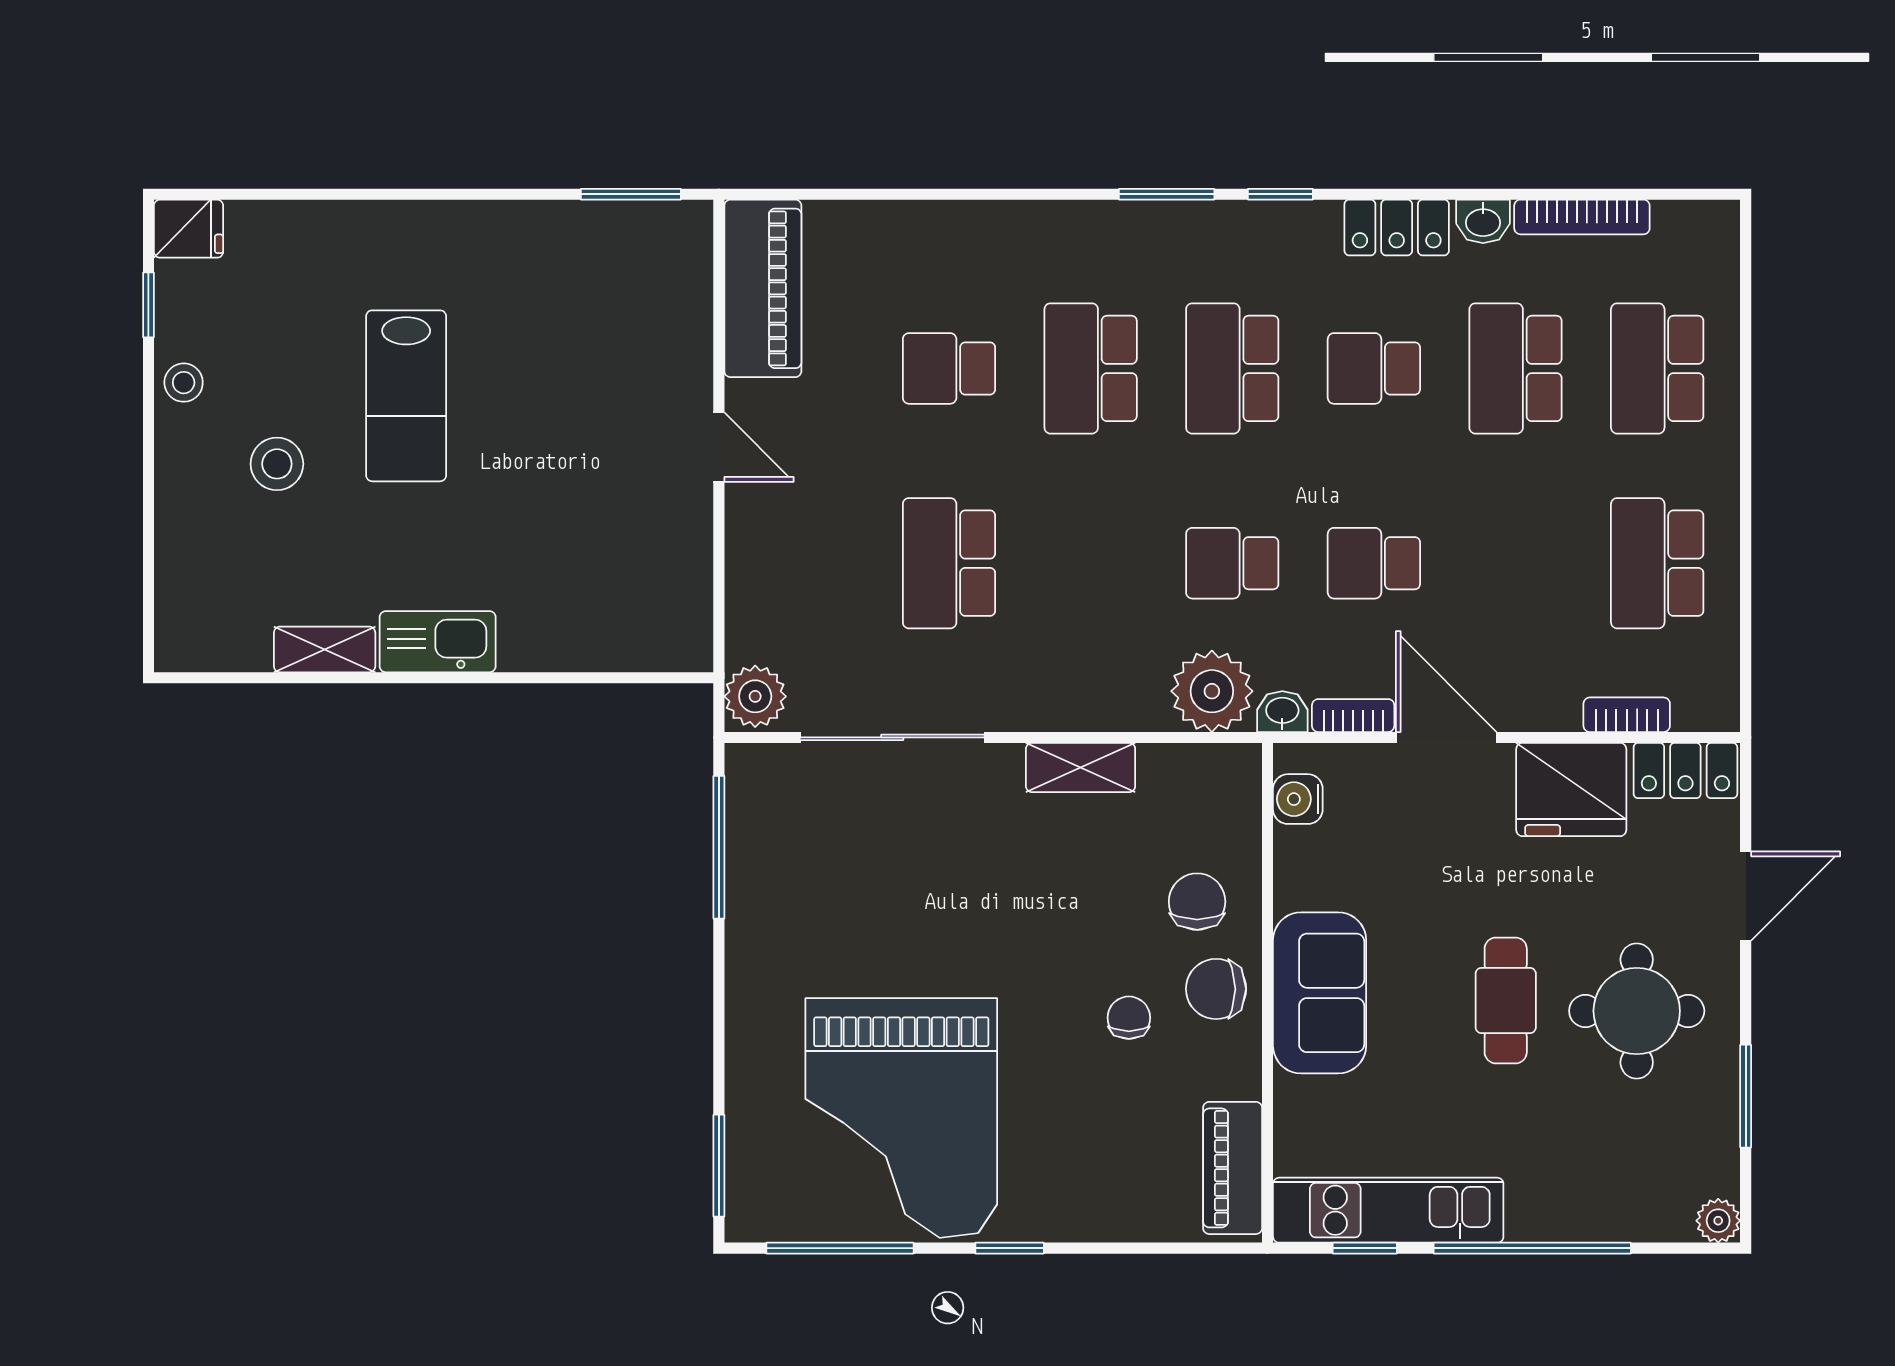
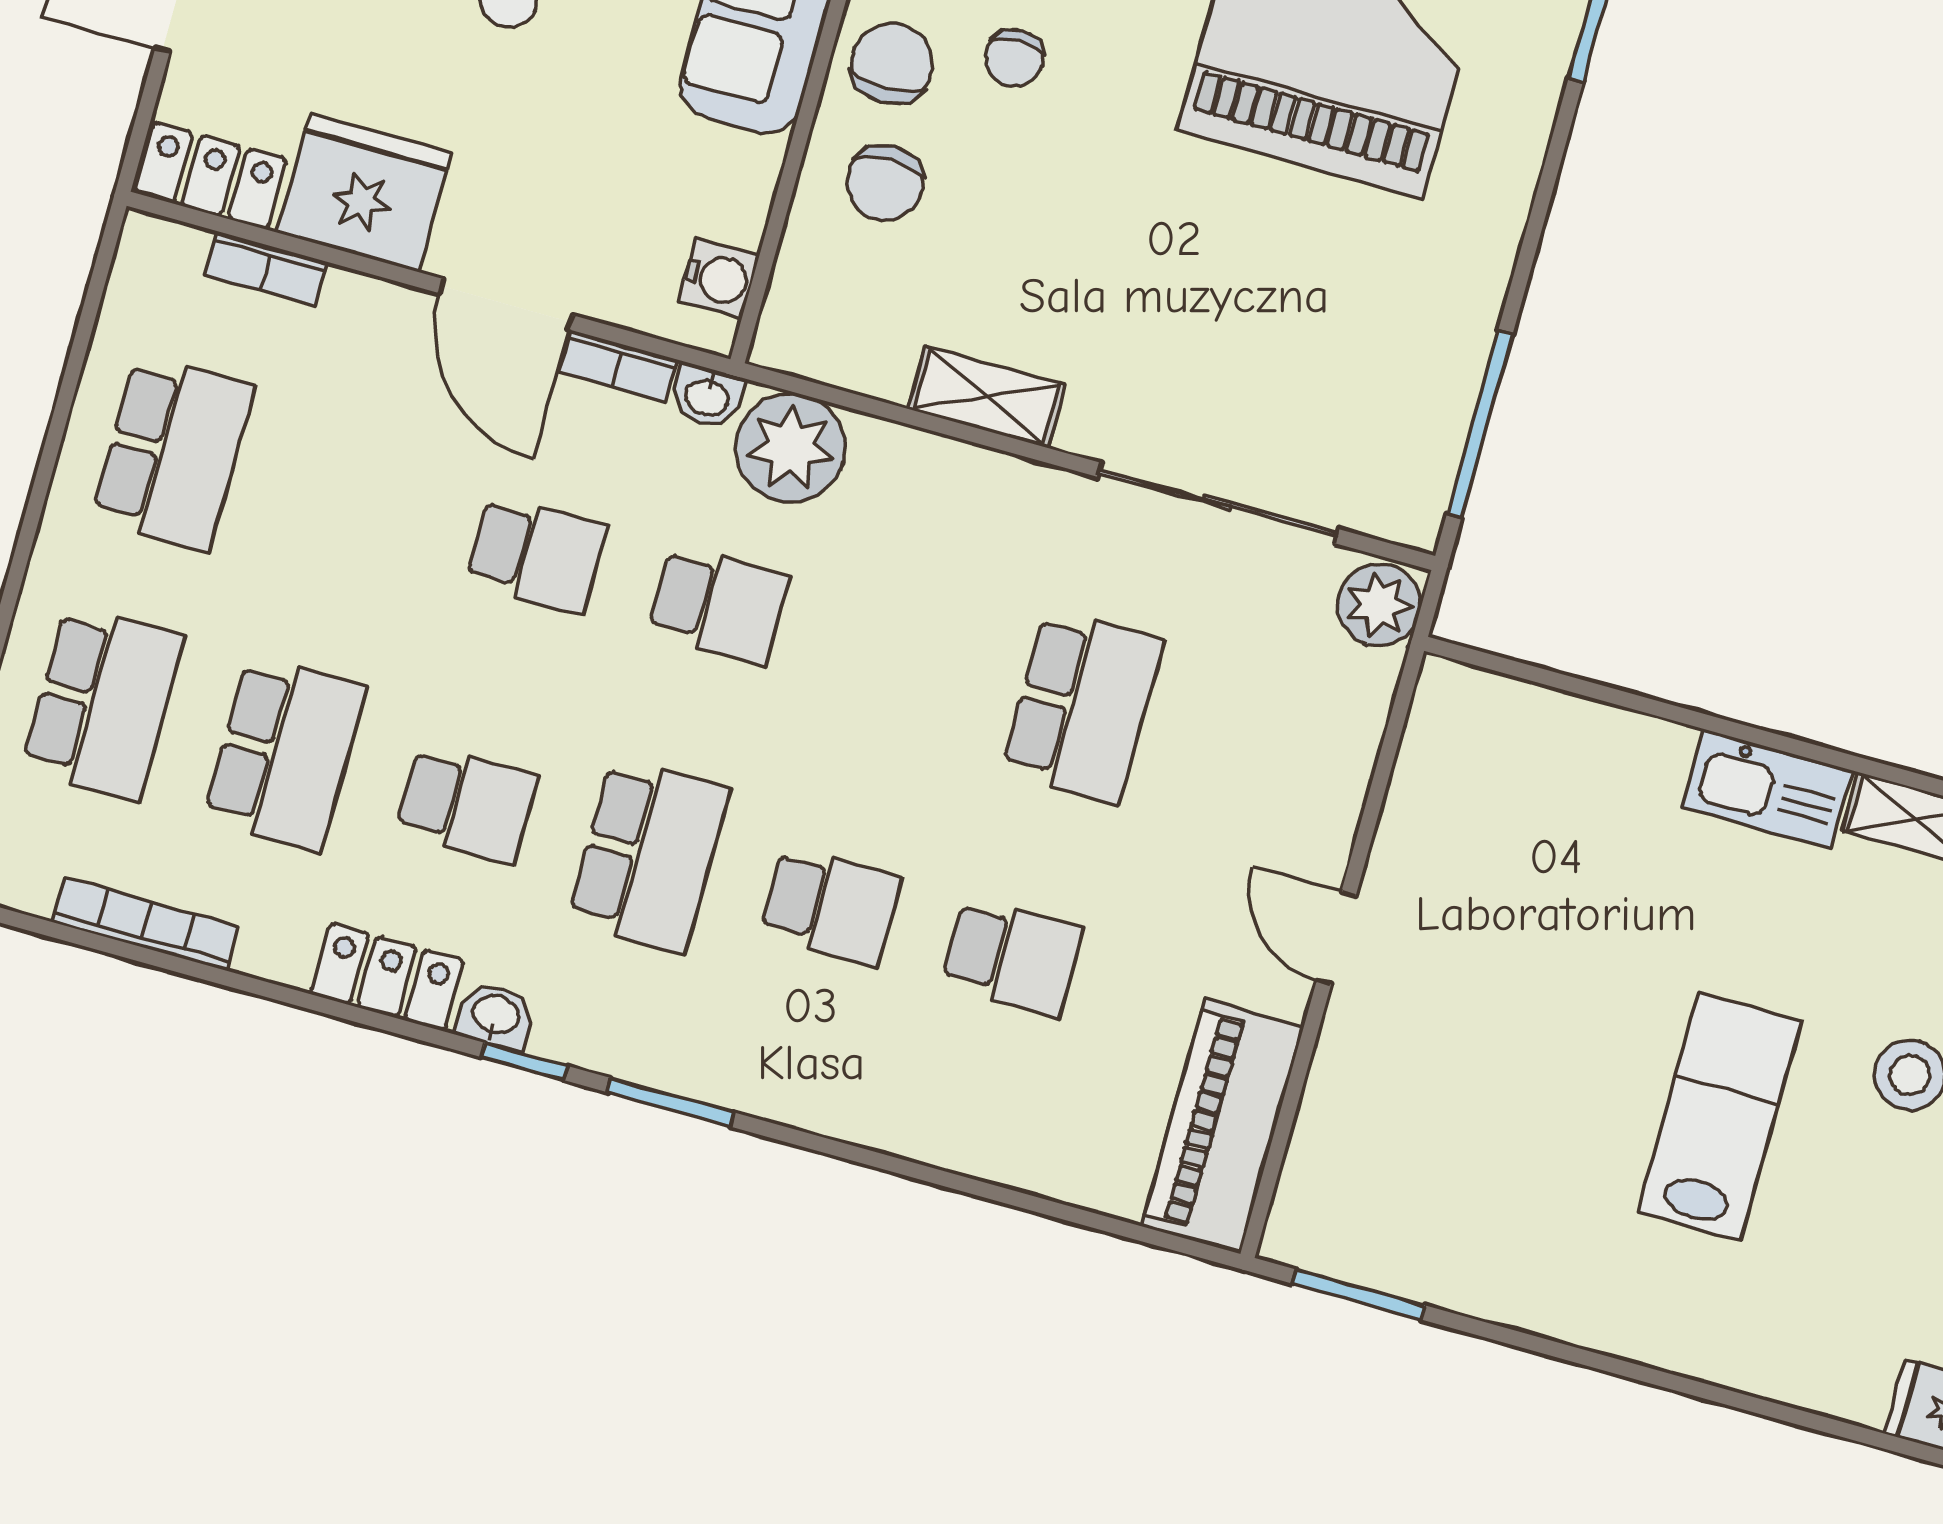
washbasin: (1483, 221) -> (496, 1016), moved
school desk: (1091, 368) -> (831, 906), width x0.54
chair: (1216, 989) -> (892, 64), turned -90

